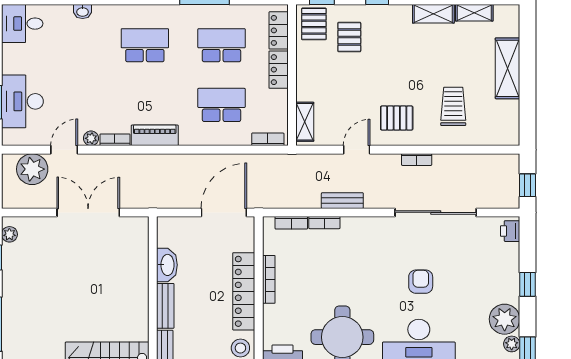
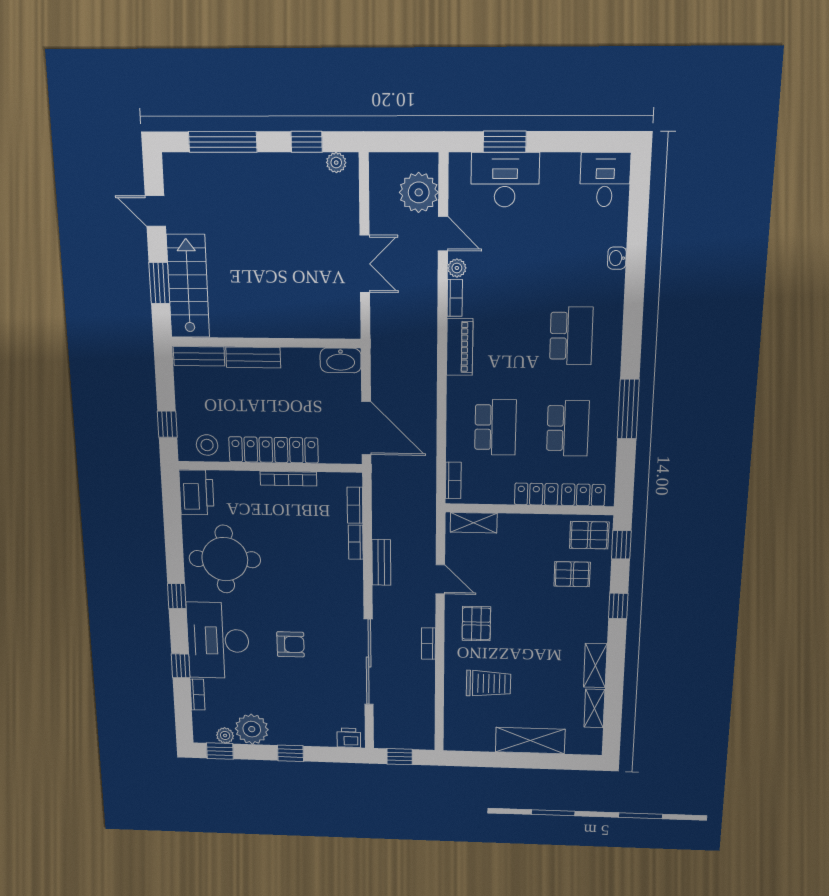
double door: (88, 212) -> (365, 264), width x0.73
washbasin: (167, 265) -> (341, 360), moved

